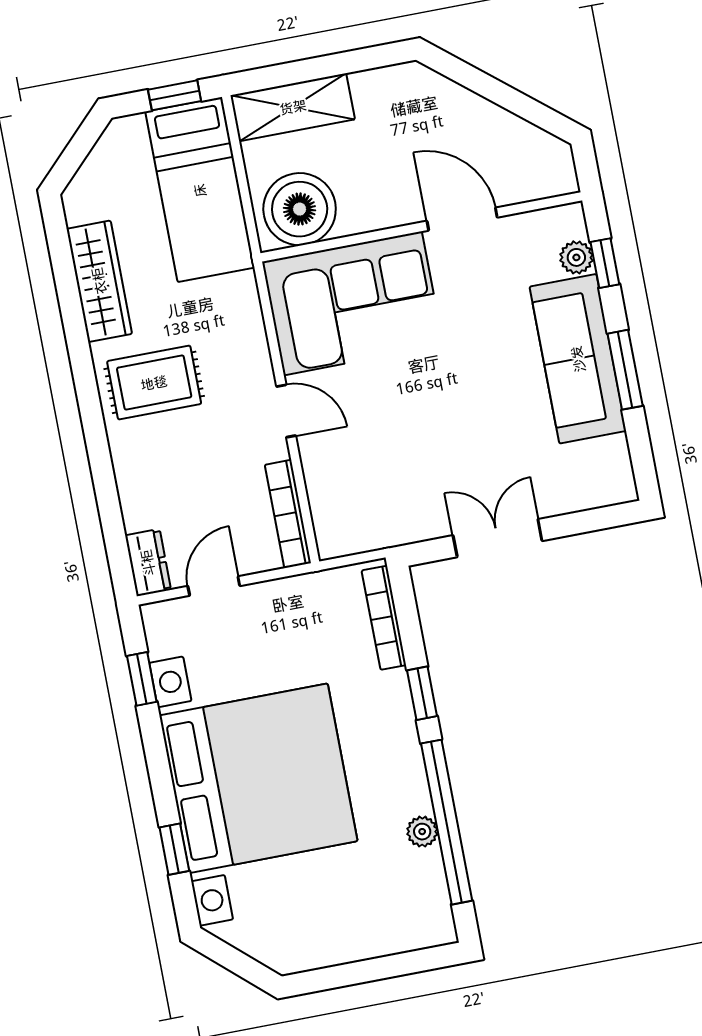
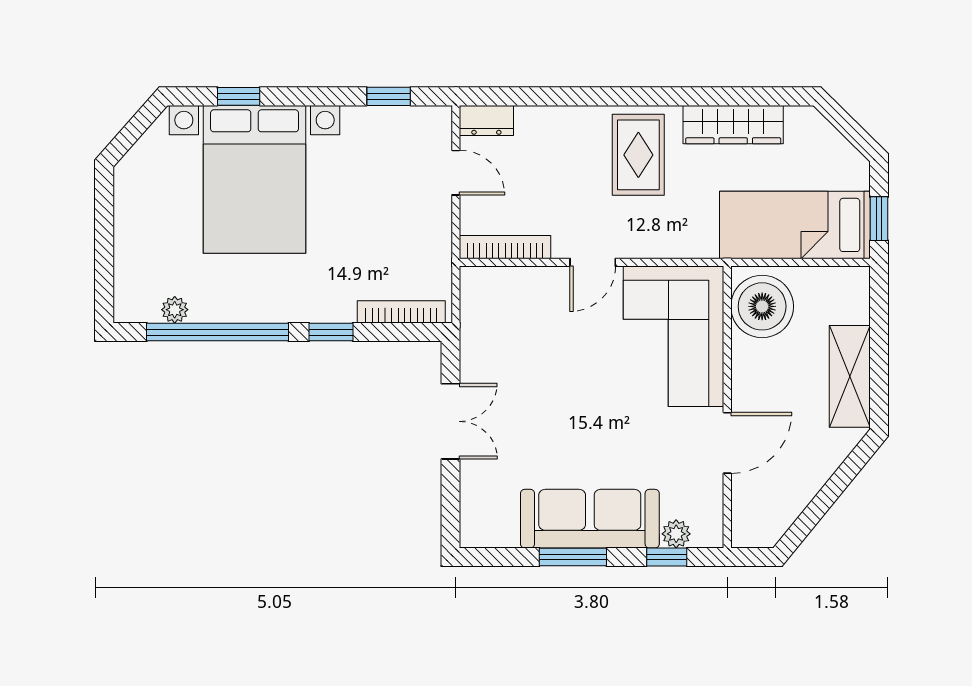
shelving: (293, 107) -> (850, 376), moved
bed with nightstands: (258, 778) -> (255, 179), width x0.73
plant: (422, 832) -> (175, 310), moved

